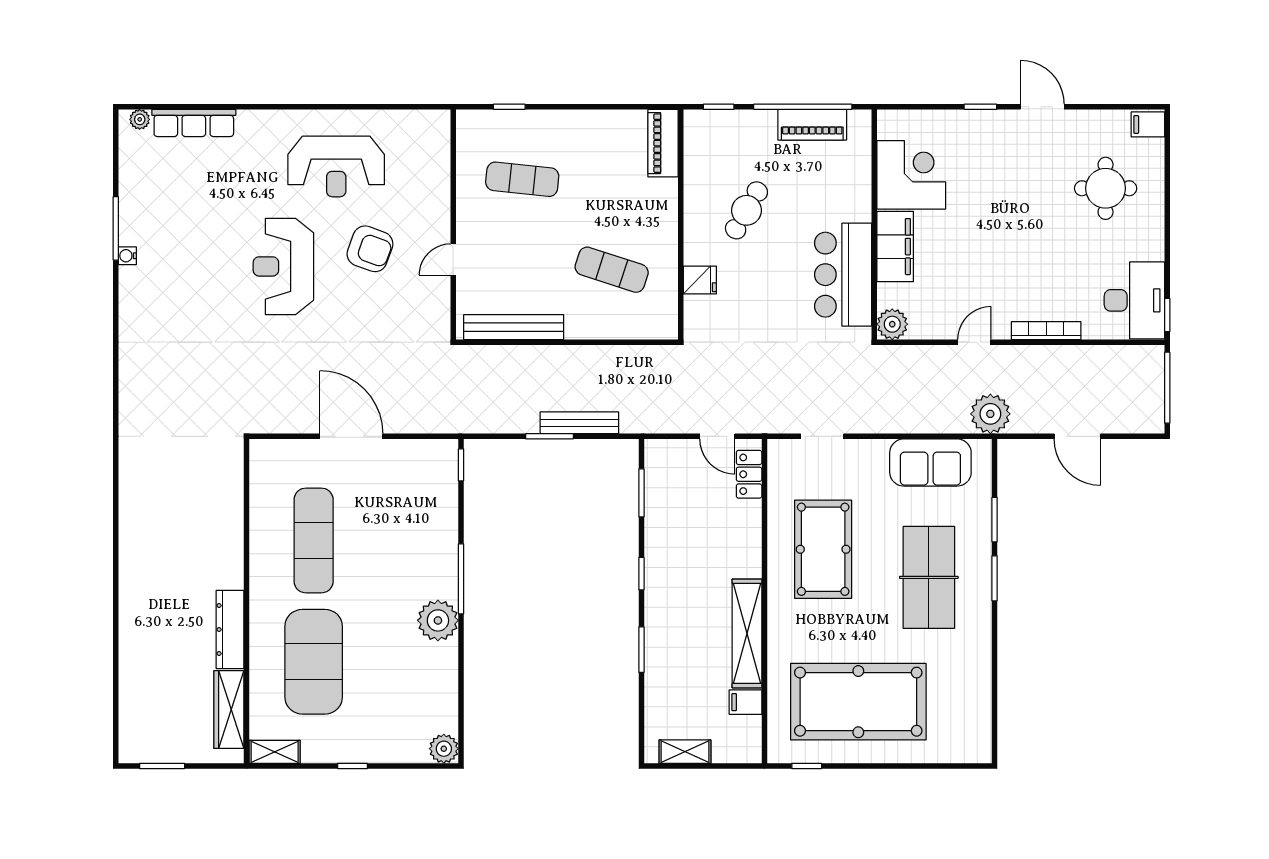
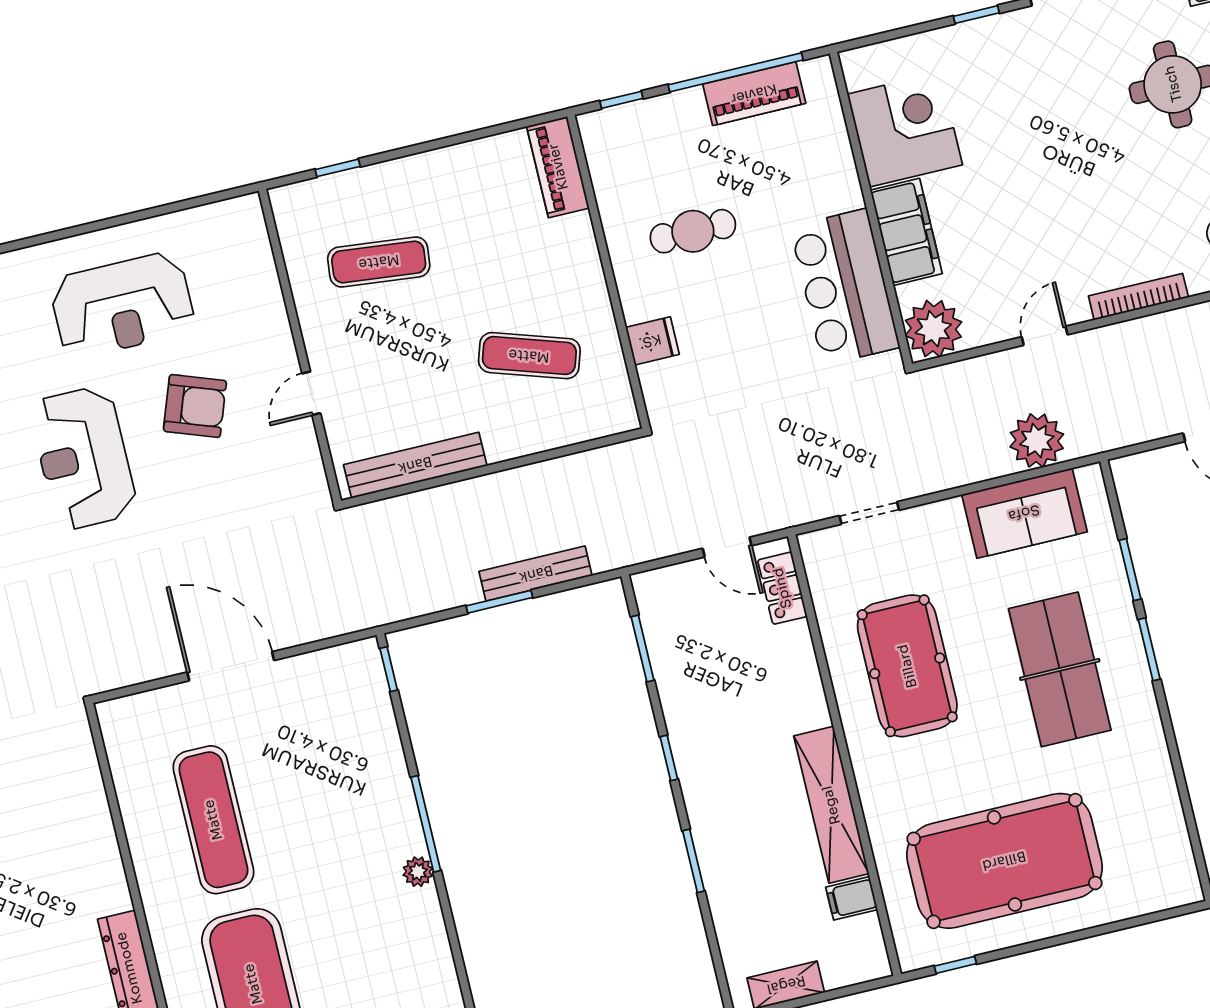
cafe table: (746, 210) -> (693, 231), turned 60
plant: (892, 324) -> (933, 329), width x1.36, depth x1.36
plant: (990, 414) -> (1037, 441), moved
plant: (438, 620) -> (418, 872), width x0.53, depth x0.53

